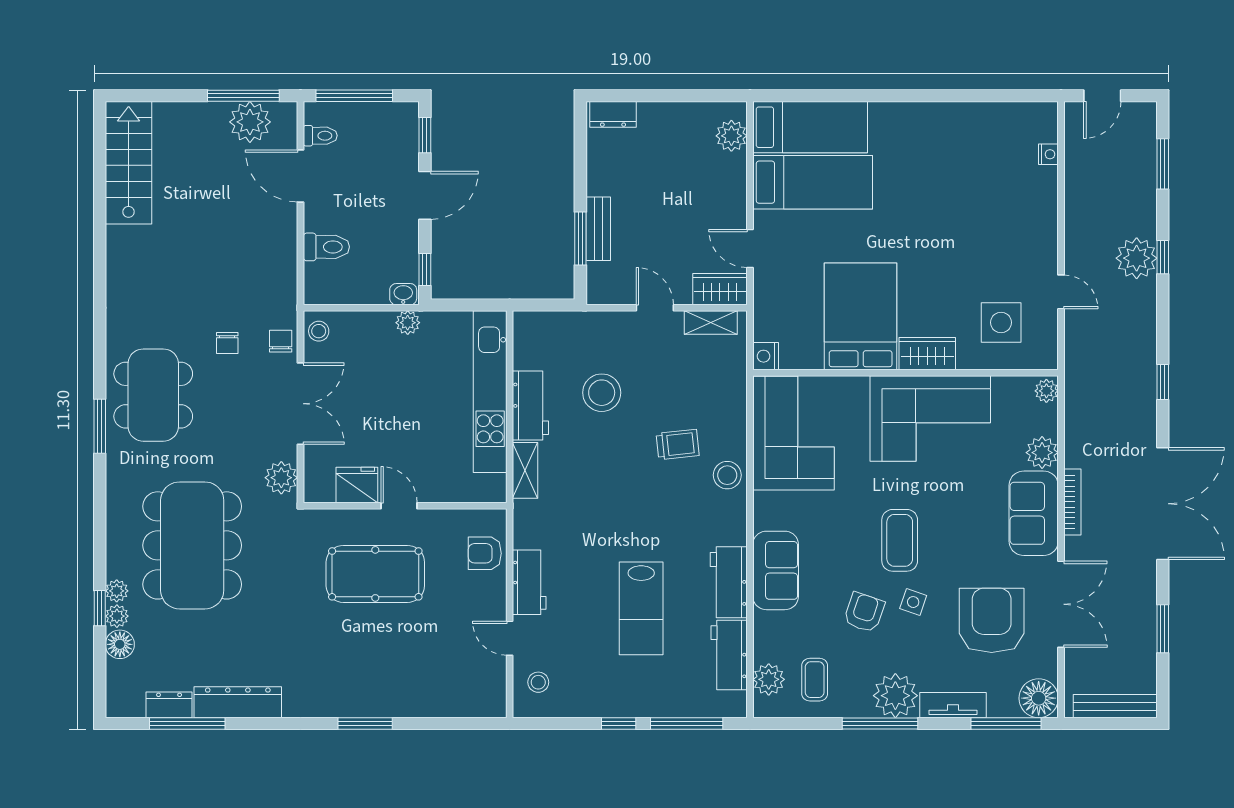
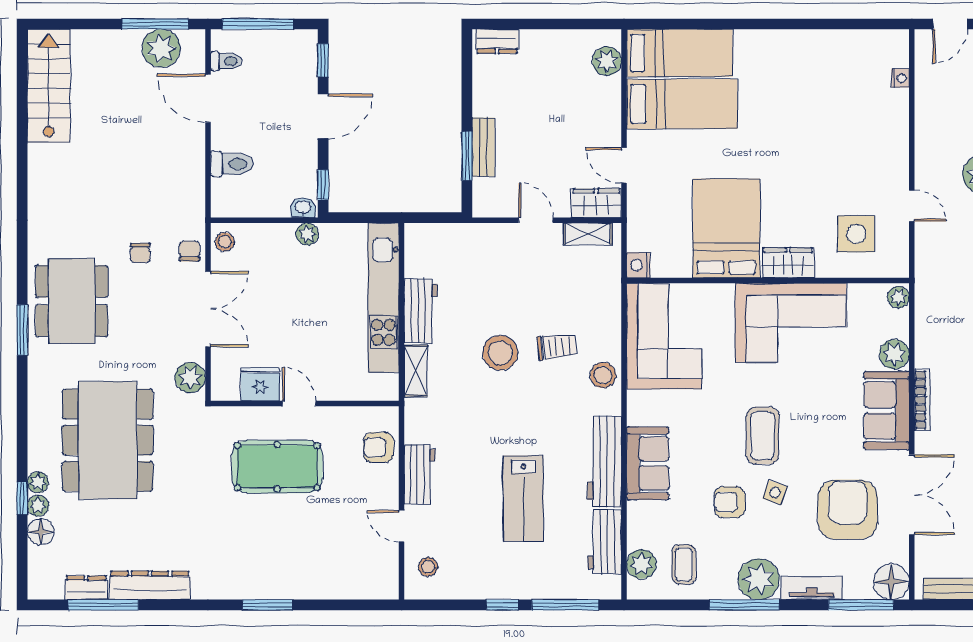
stool: (602, 393) -> (500, 353), moved
workbench: (729, 582) -> (604, 462), width x1.38
armchair: (864, 612) -> (730, 502), turned -109

